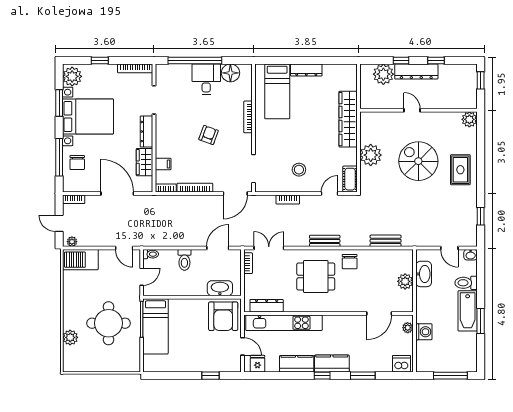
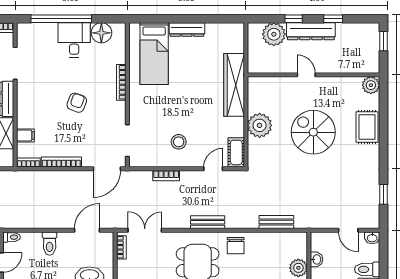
rug: (460, 170) -> (367, 127), moved
washbasin: (424, 274) -> (316, 259), width x0.52, depth x0.69

